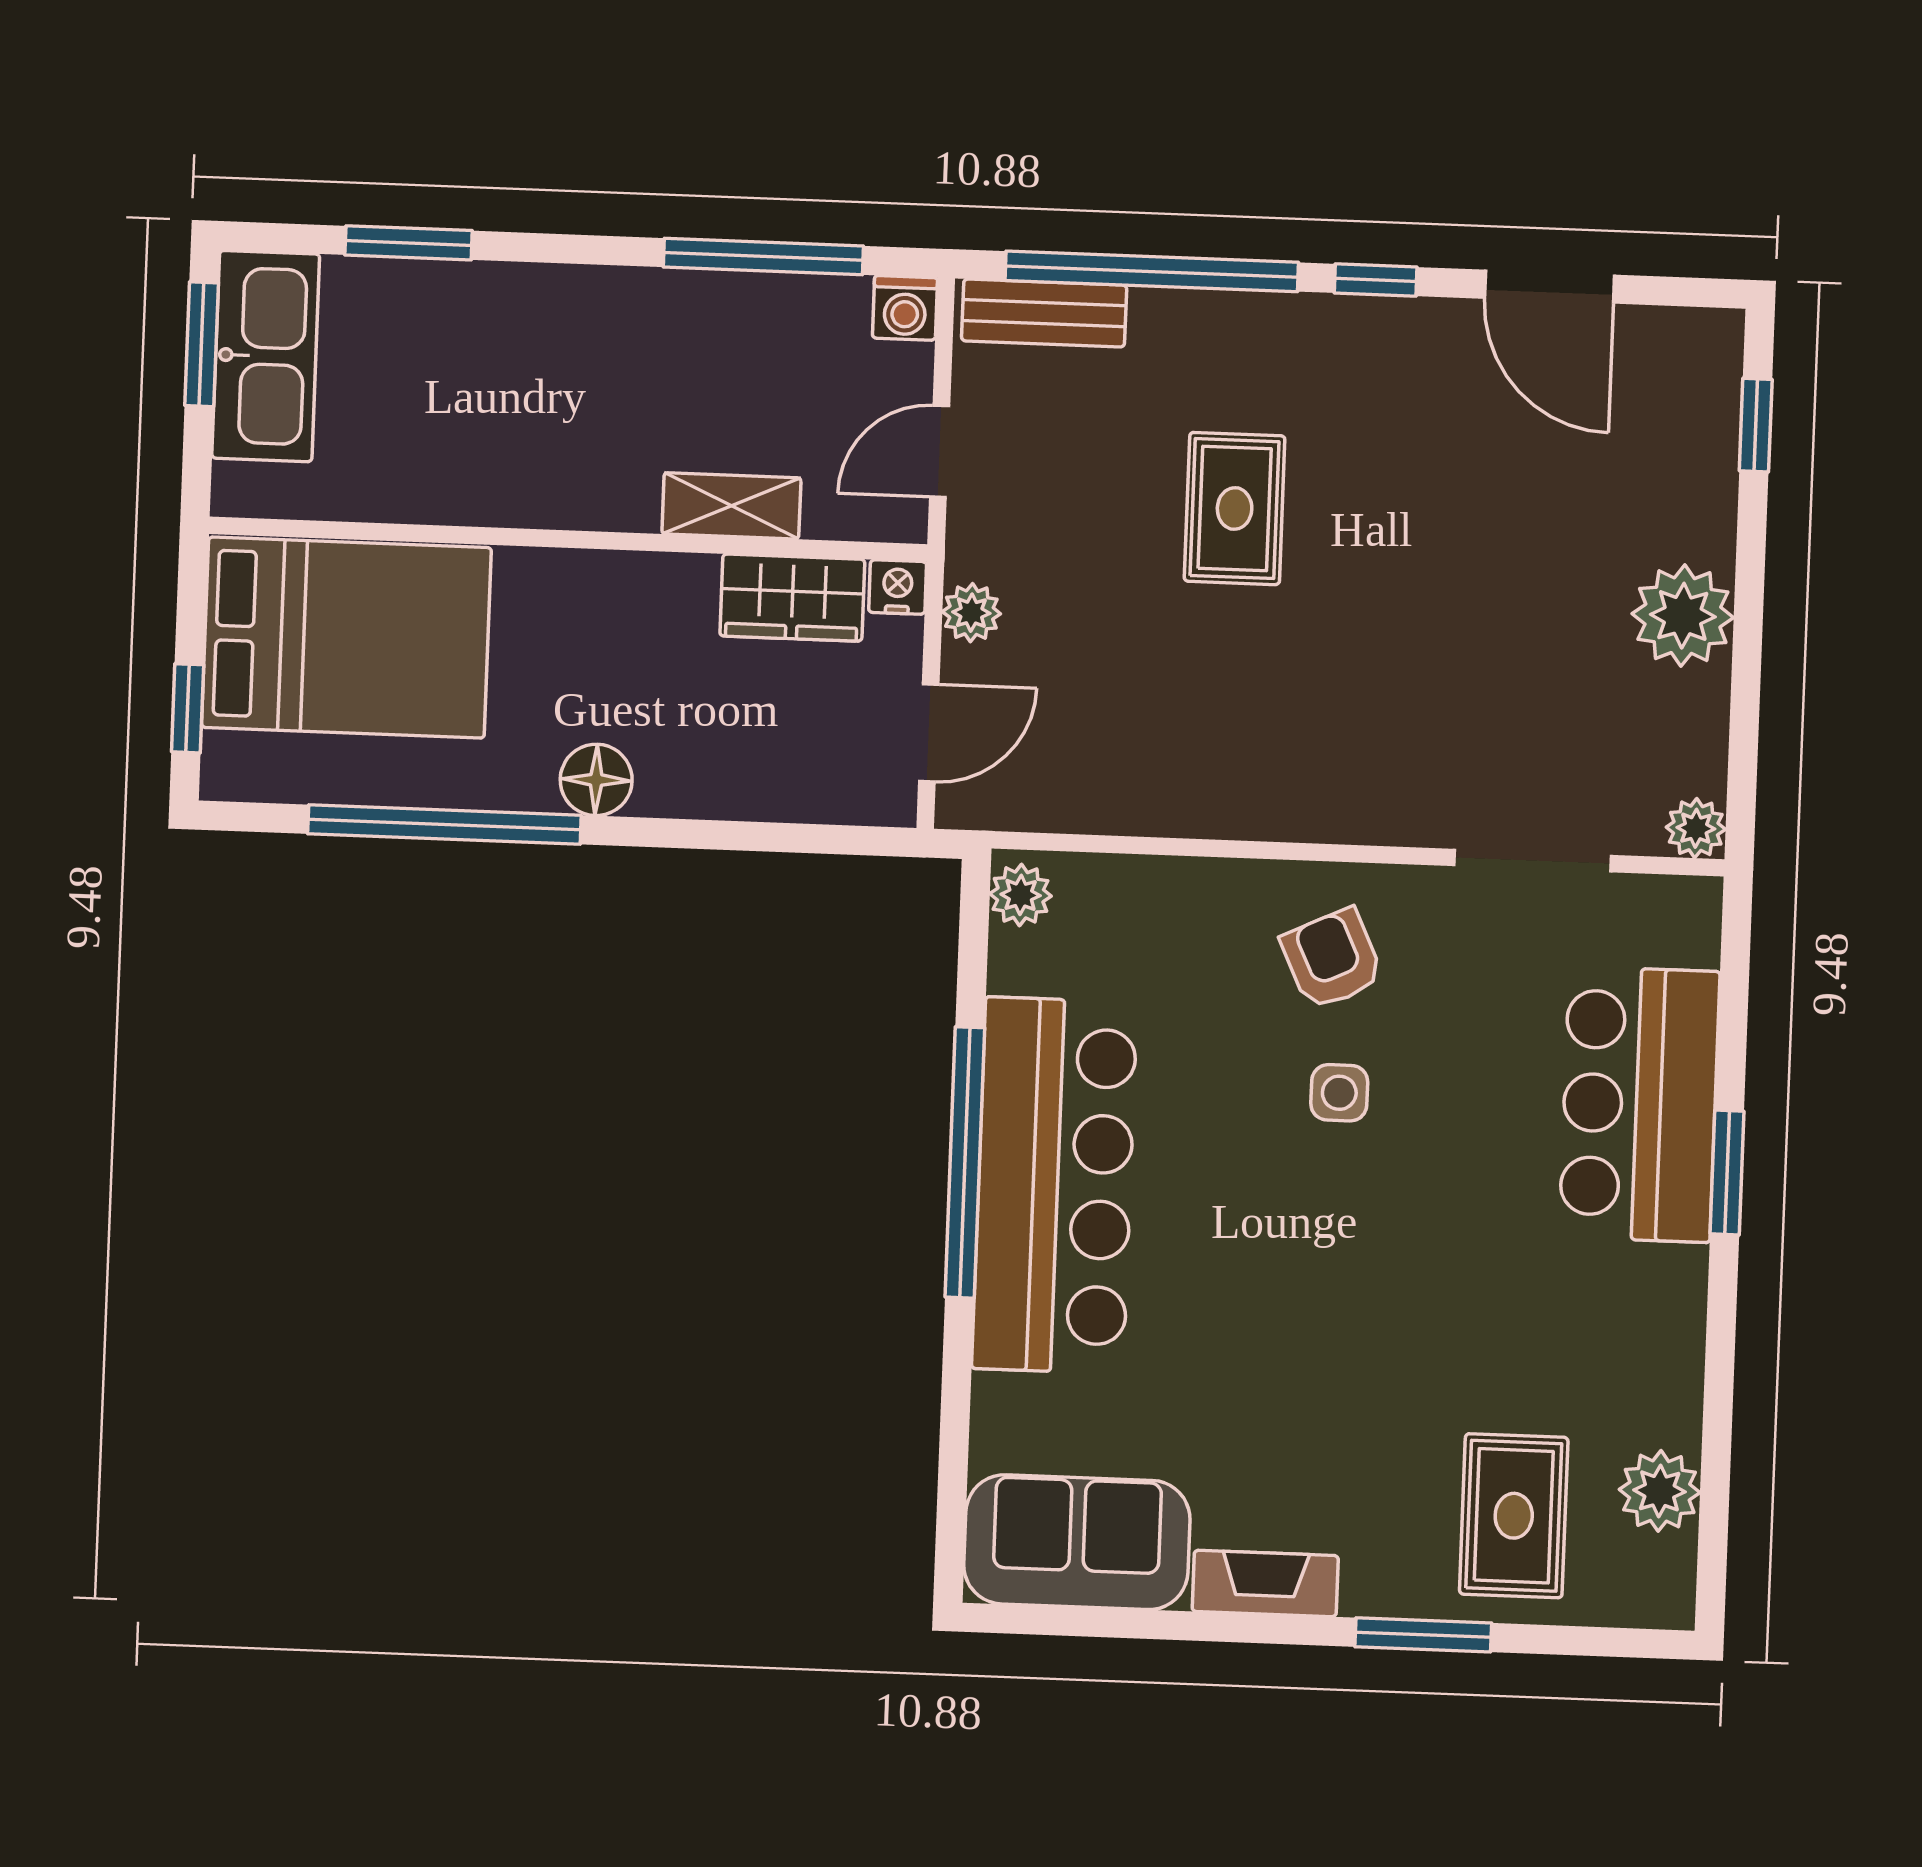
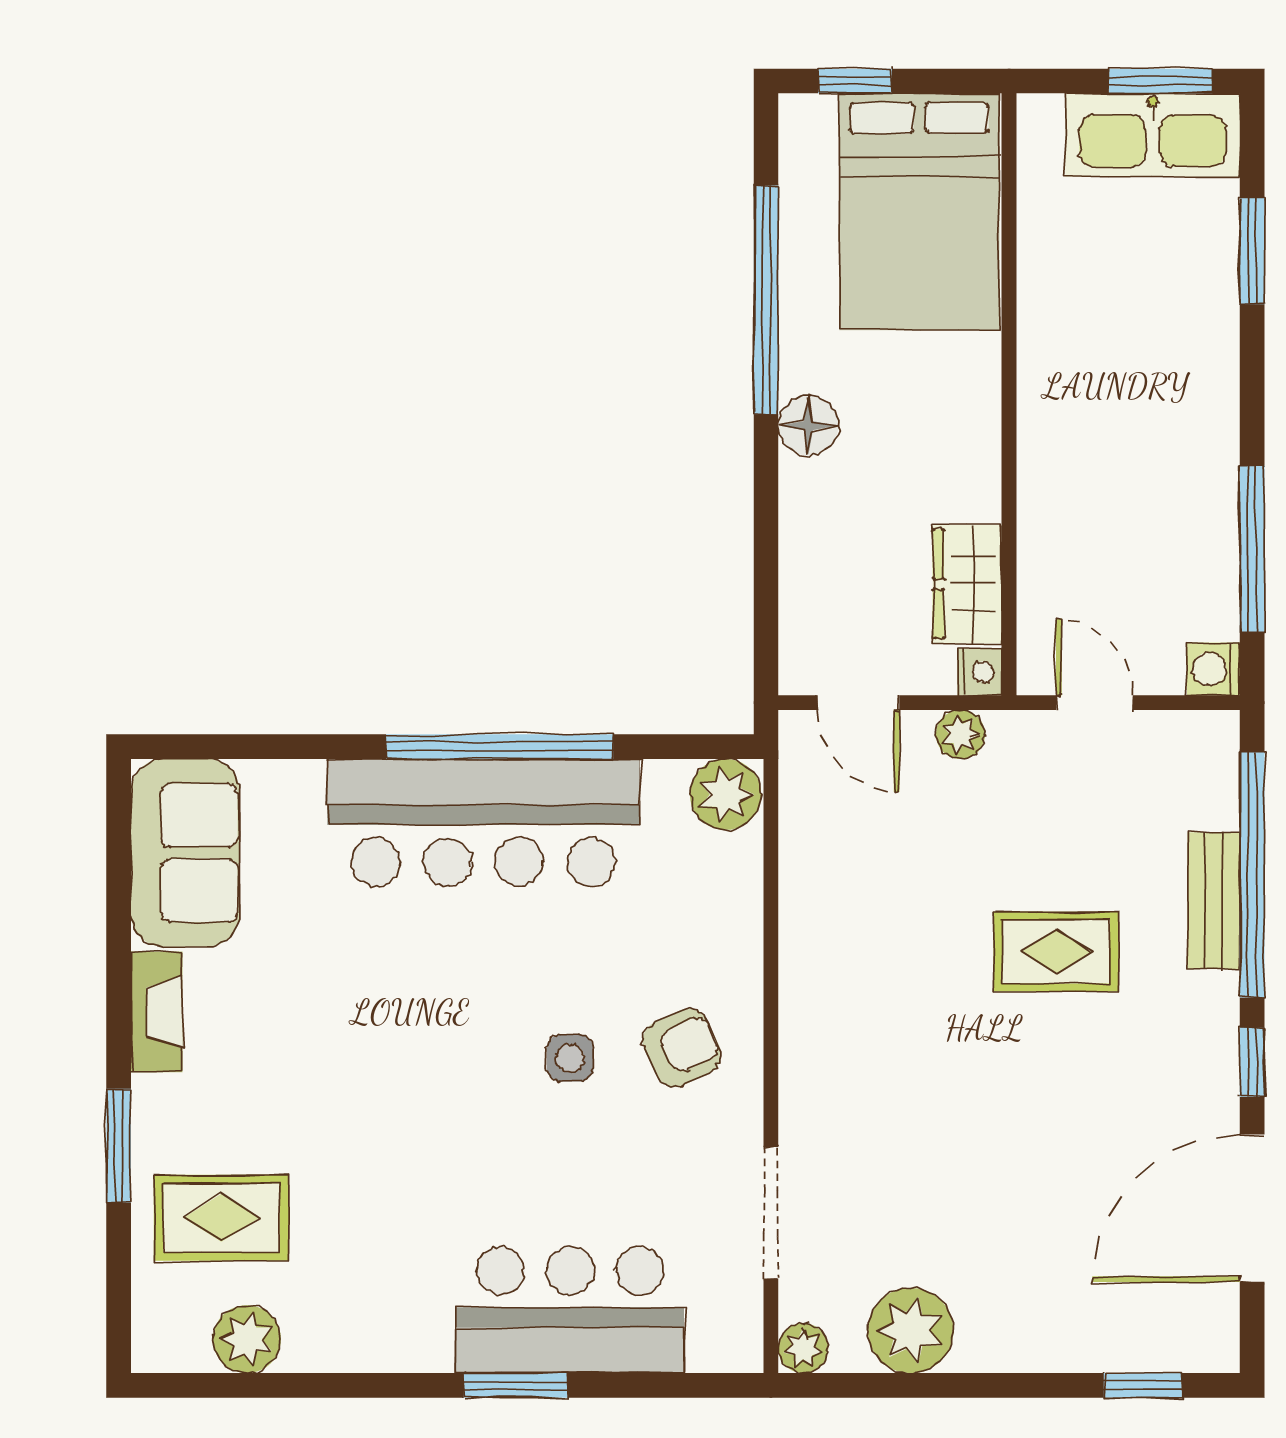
door: (1549, 287) -> (1252, 1208), width x1.36
bench: (1044, 313) -> (1214, 901), moved
shelving: (731, 506) -> (1042, 530), removed
plant: (1683, 616) -> (911, 1330), moved
plant: (1021, 895) -> (726, 794), width x1.38, depth x1.38

